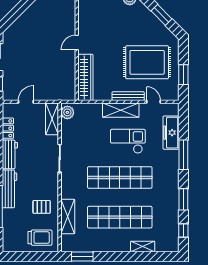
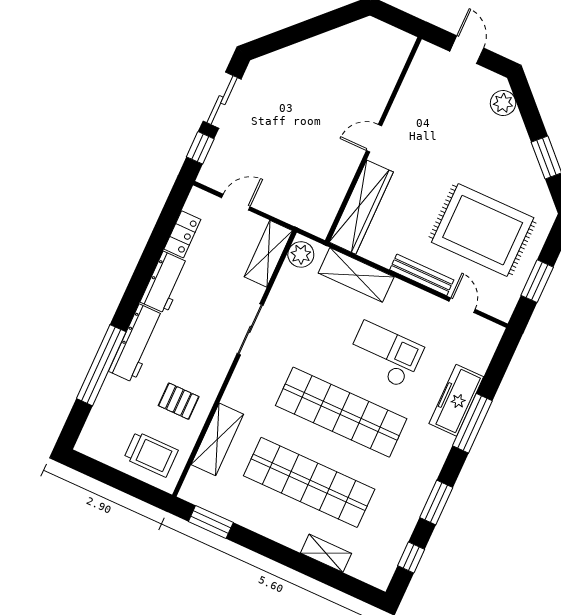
shelving: (121, 110) -> (356, 275), moved
freezer: (171, 133) -> (456, 400), moved

